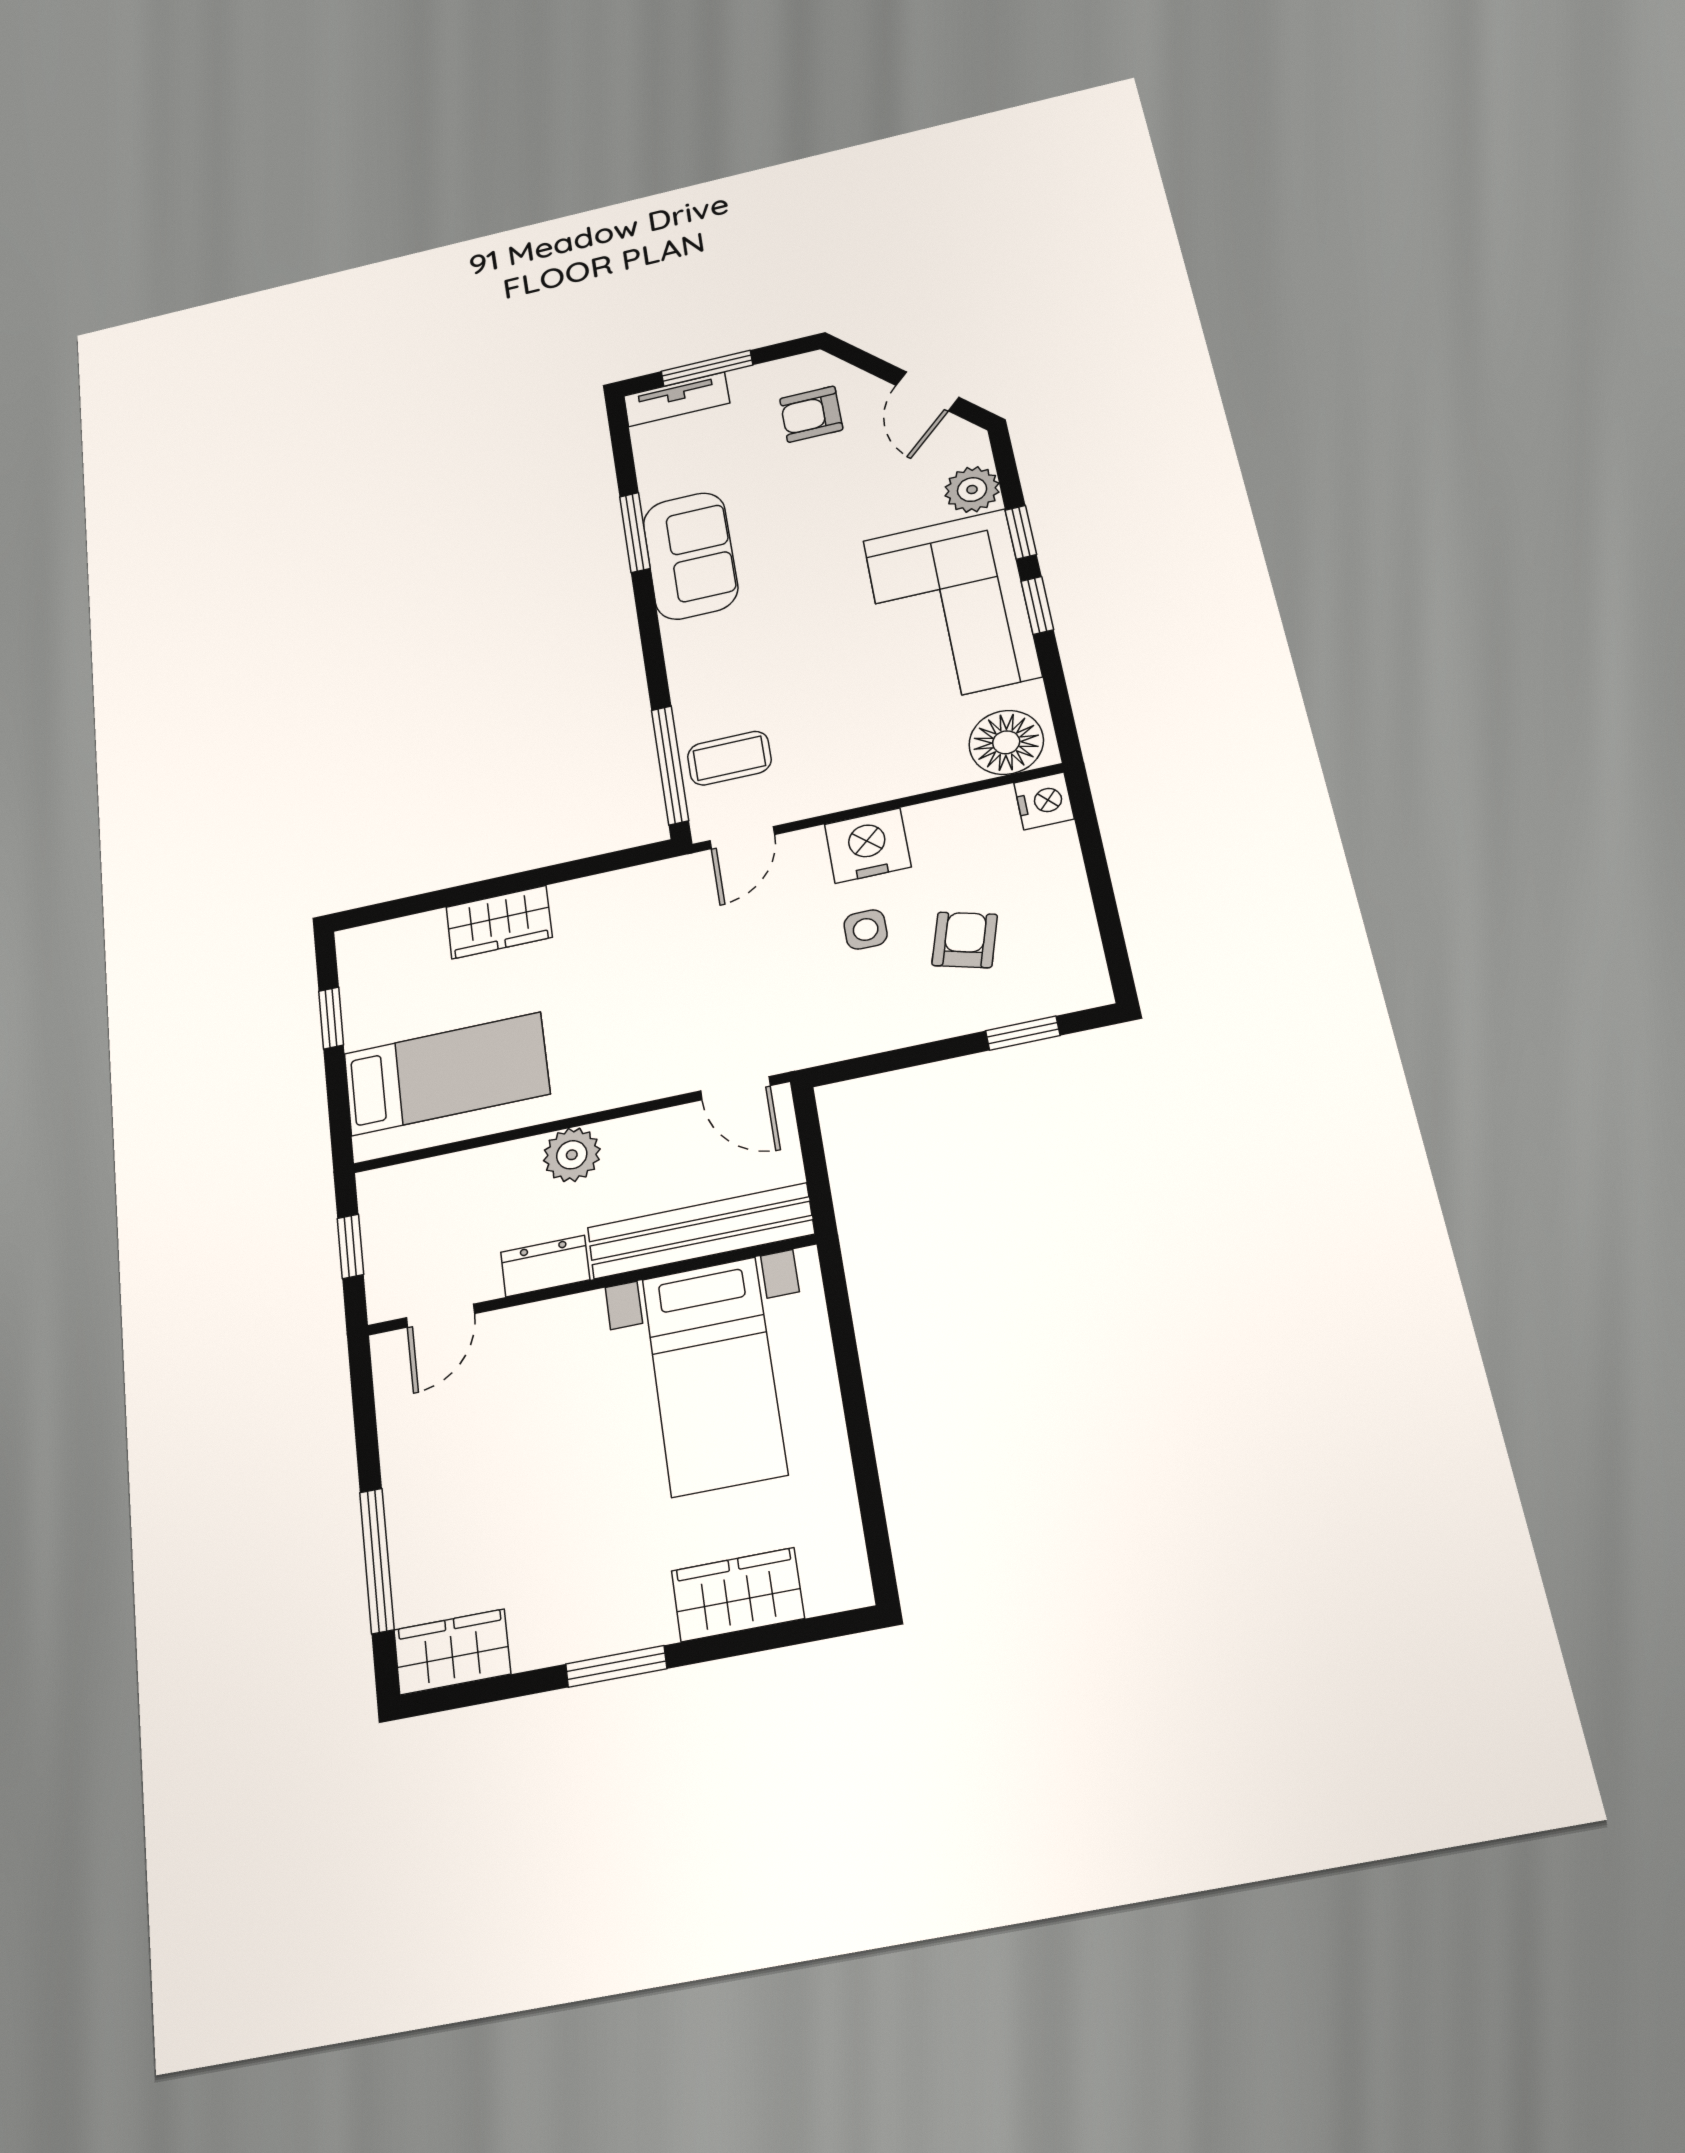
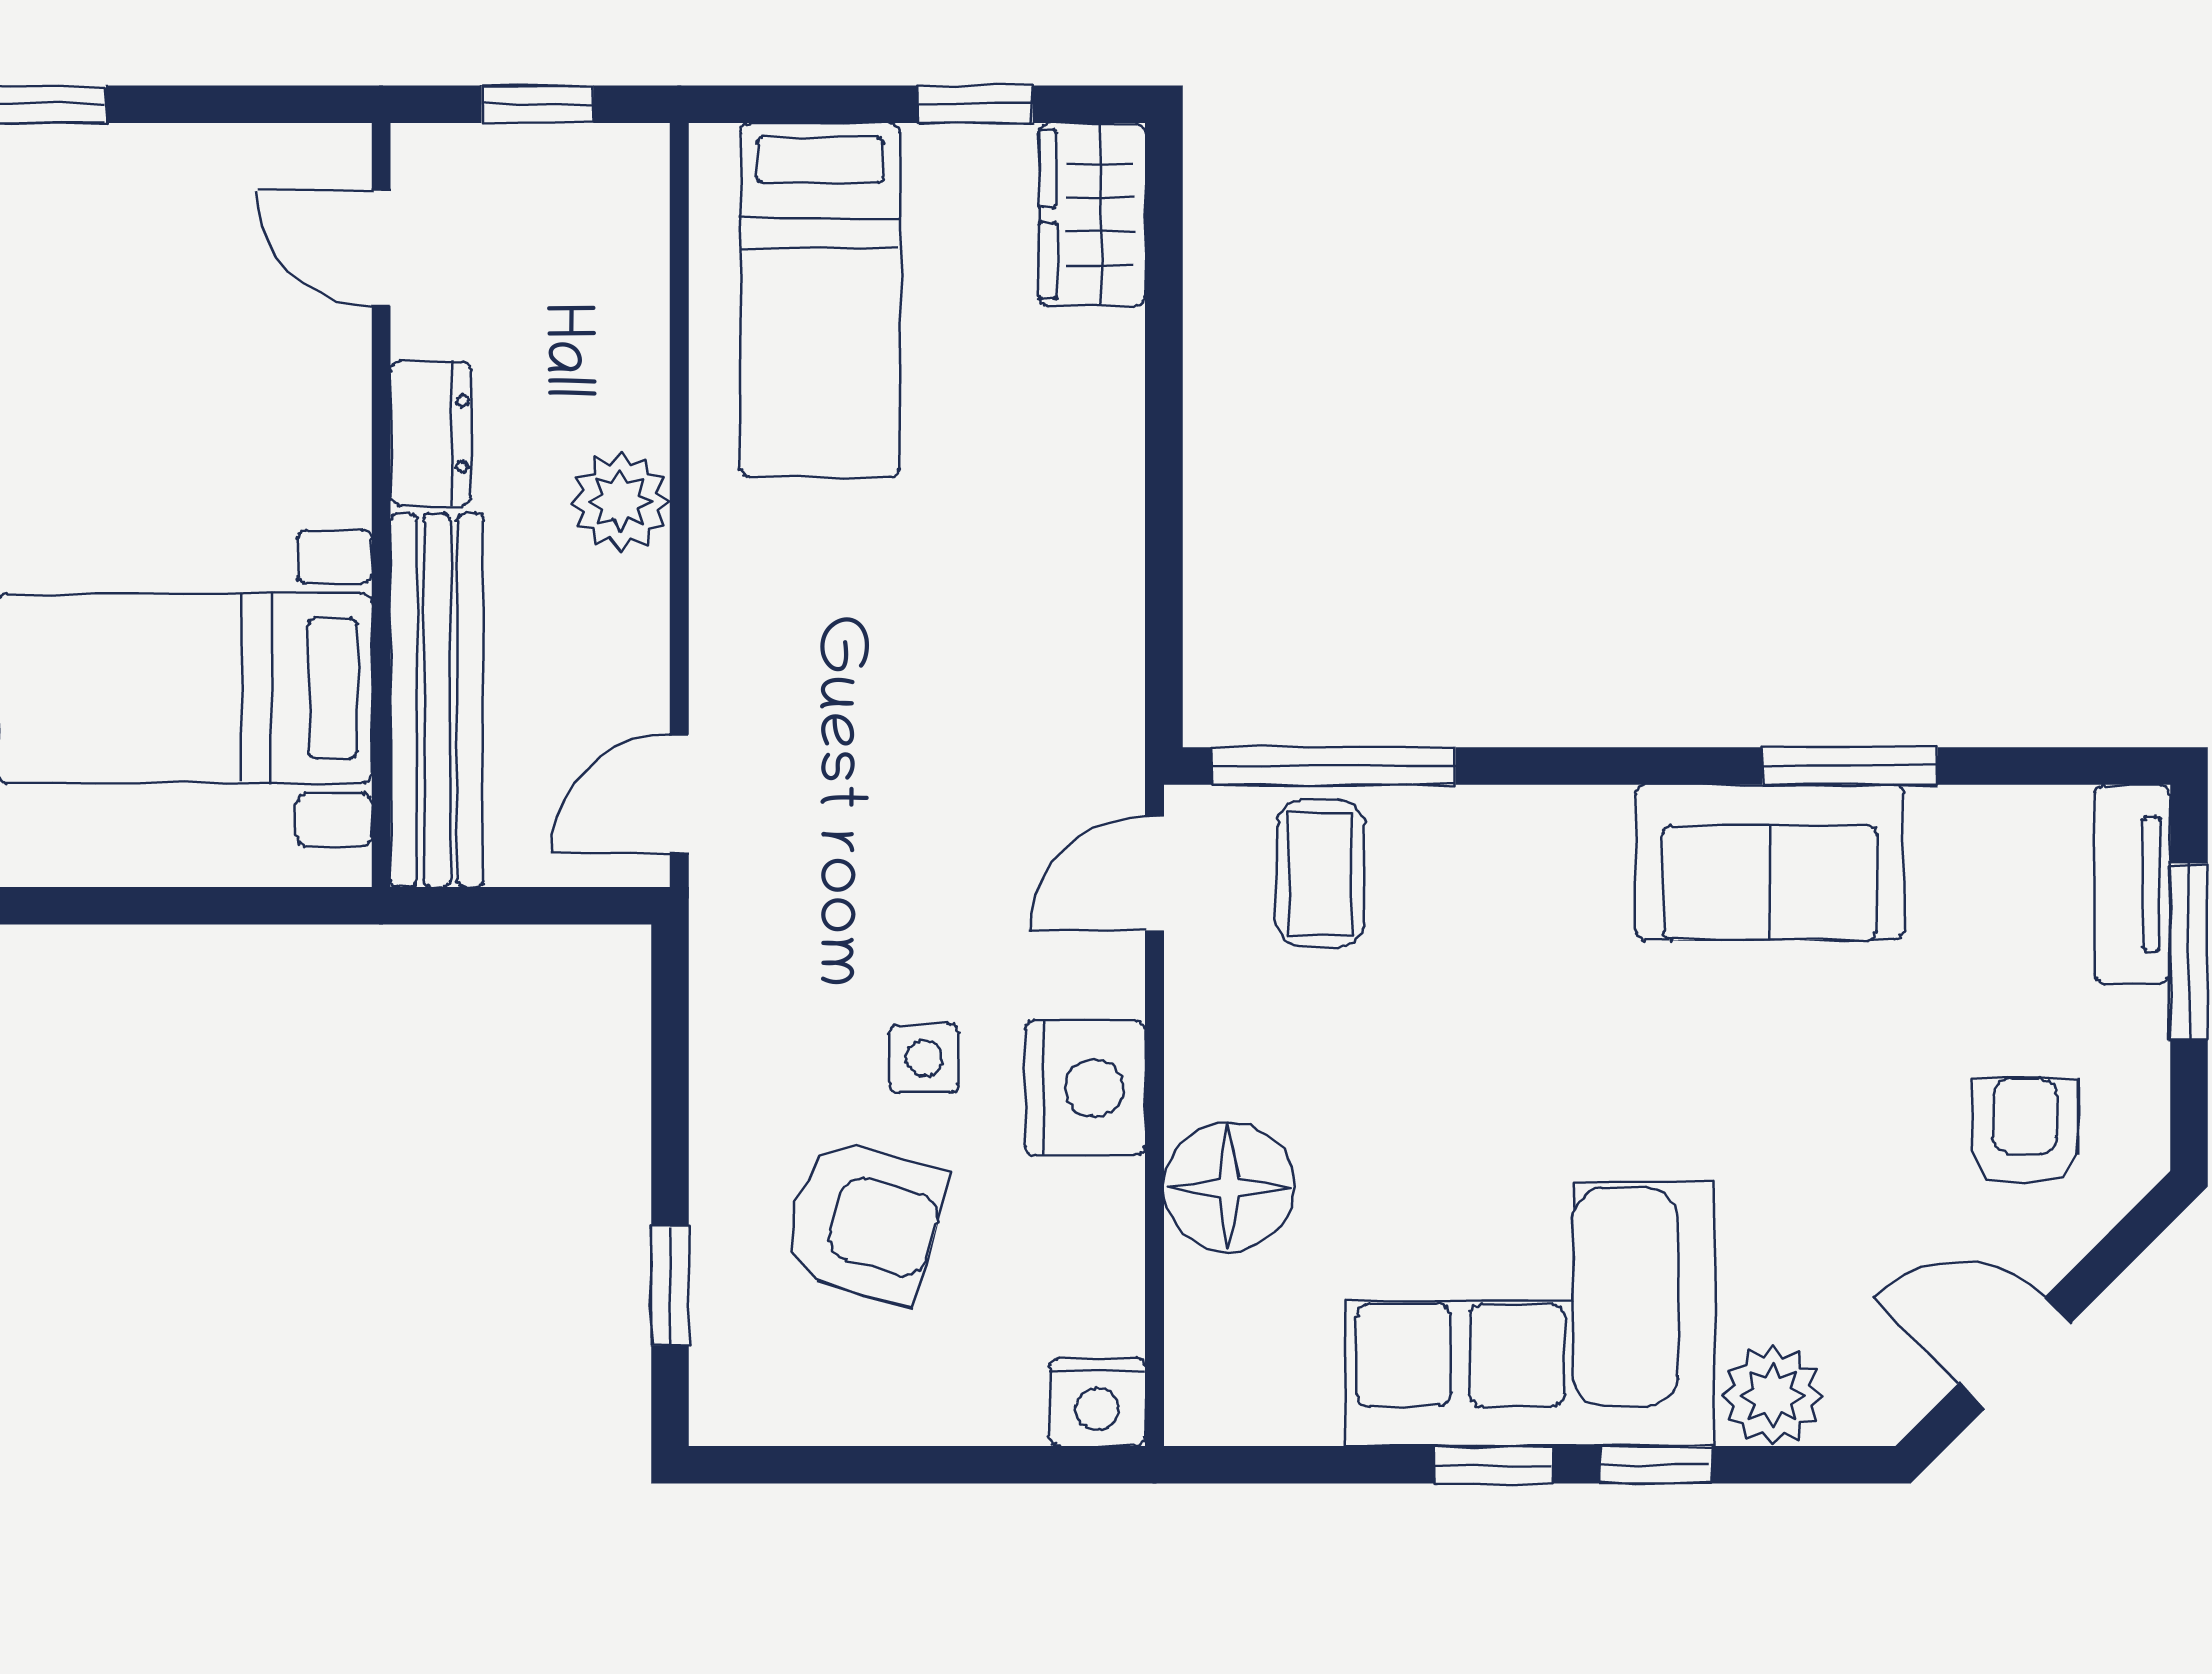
floor lamp: (1006, 742) -> (1229, 1187), moved
door: (742, 838) -> (1155, 874), hinge flipped
wardrobe: (499, 922) -> (1092, 214), moved
armchair: (965, 940) -> (864, 1221), width x1.38, depth x1.38

